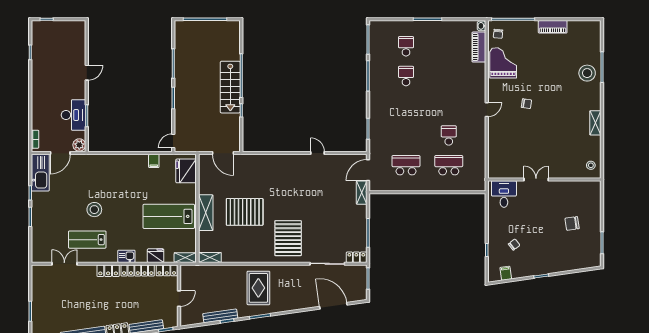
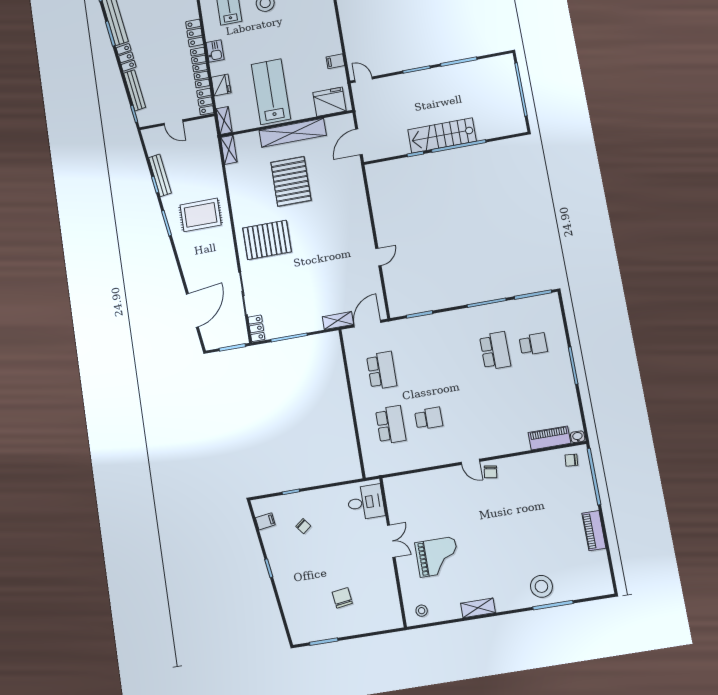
grand piano: (503, 63) -> (437, 557), moved
school desk: (406, 76) -> (495, 351), width x1.85
chair: (526, 104) -> (491, 472), moved
door: (368, 170) -> (367, 324), hinge flipped
shelving: (206, 213) -> (293, 133), width x1.47

